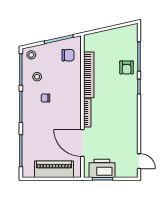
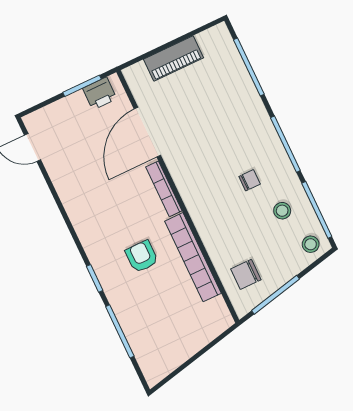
armchair: (127, 67) -> (142, 256), moved
door: (82, 143) -> (147, 132), swing flipped
printer: (102, 168) -> (100, 93), width x0.53, depth x0.68
piano: (54, 169) -> (173, 59), width x0.73, depth x0.75

